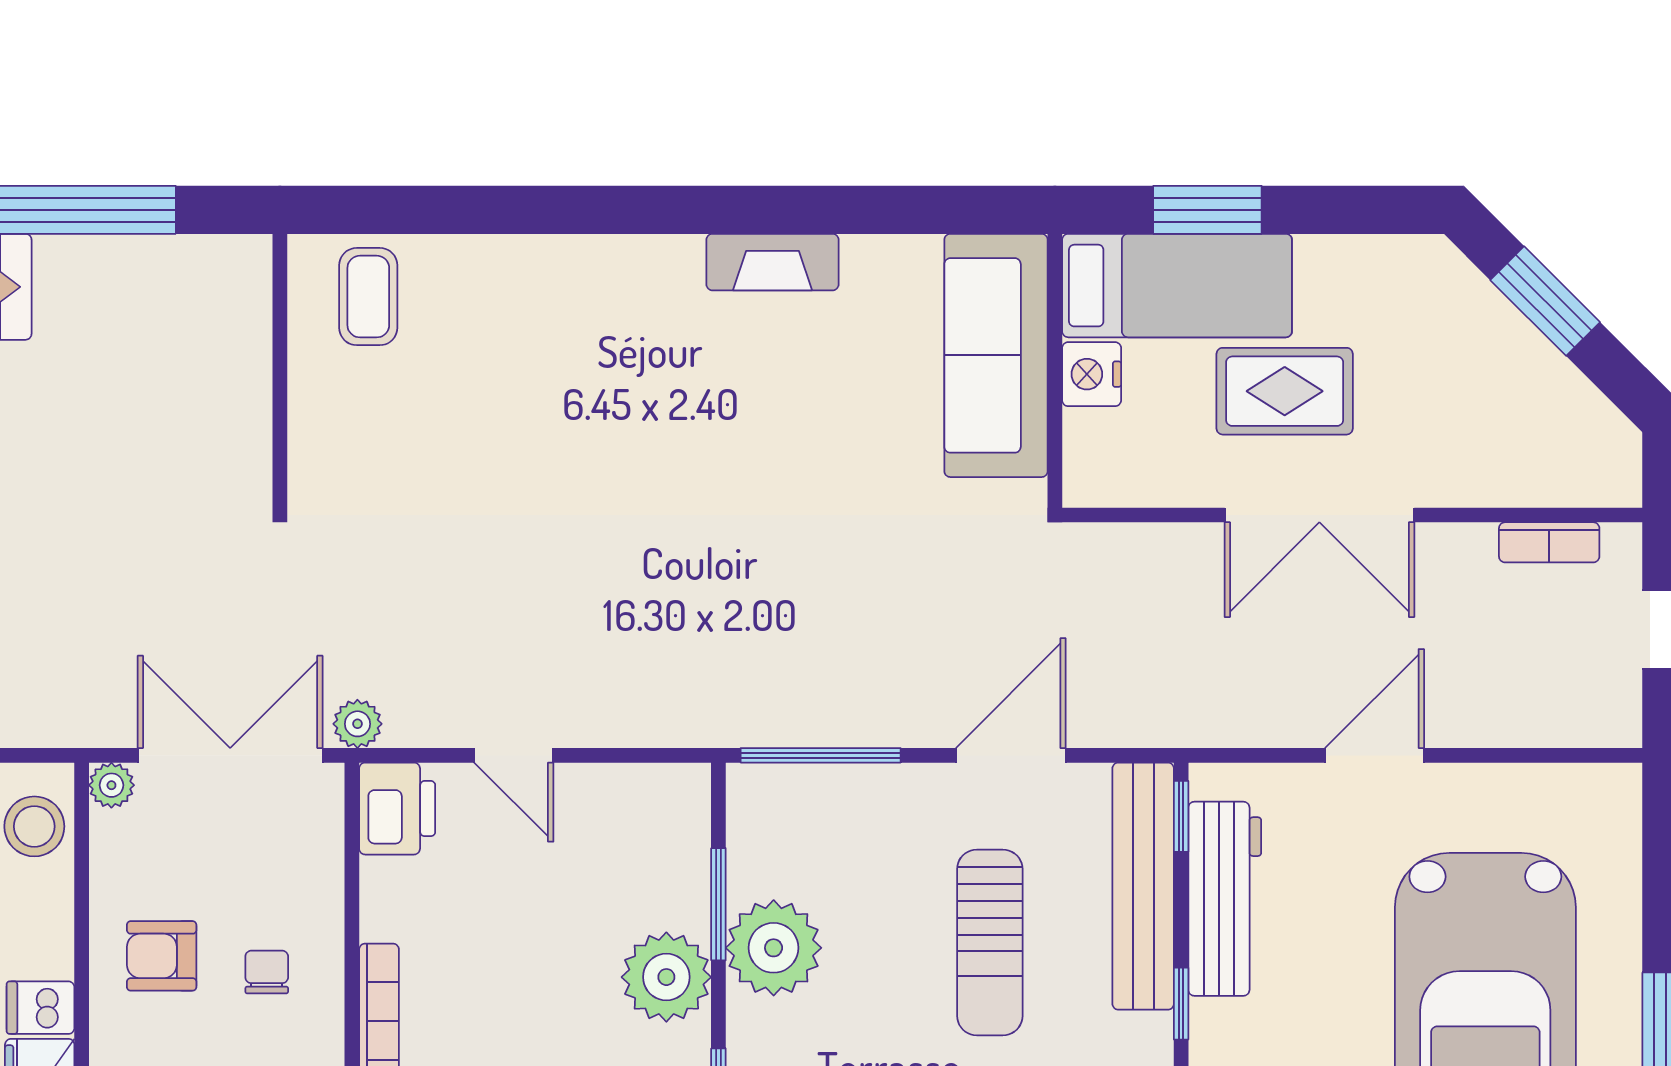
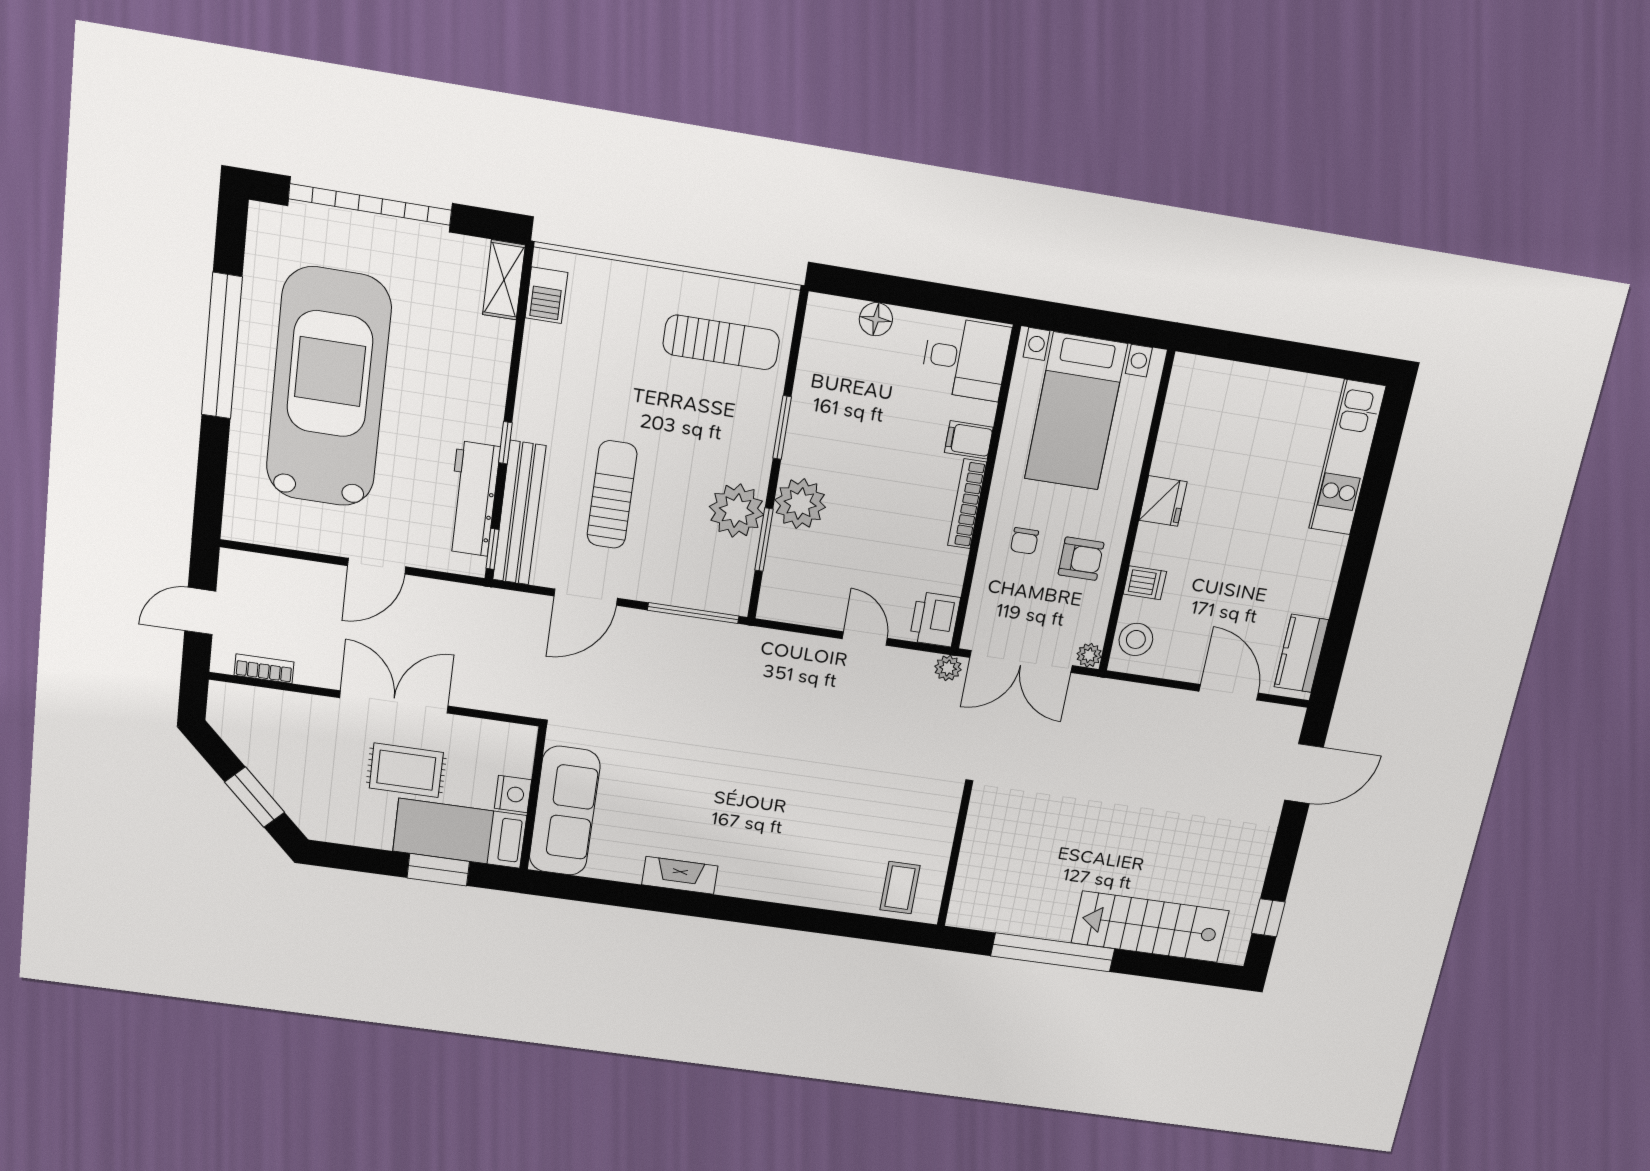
dishwasher: (40, 1008) -> (1145, 583), moved

